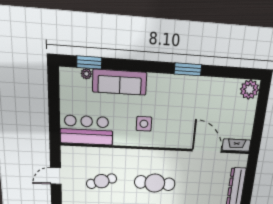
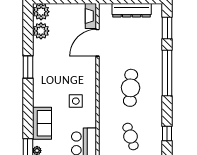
sofa: (120, 82) -> (42, 123), width x0.73
plant: (228, 88) -> (41, 31), added

